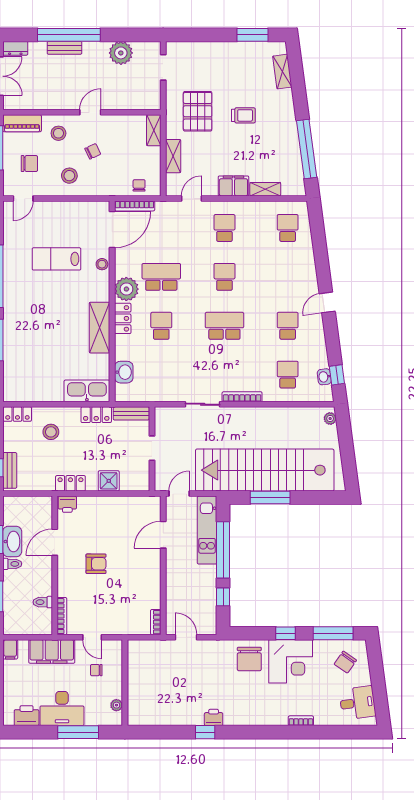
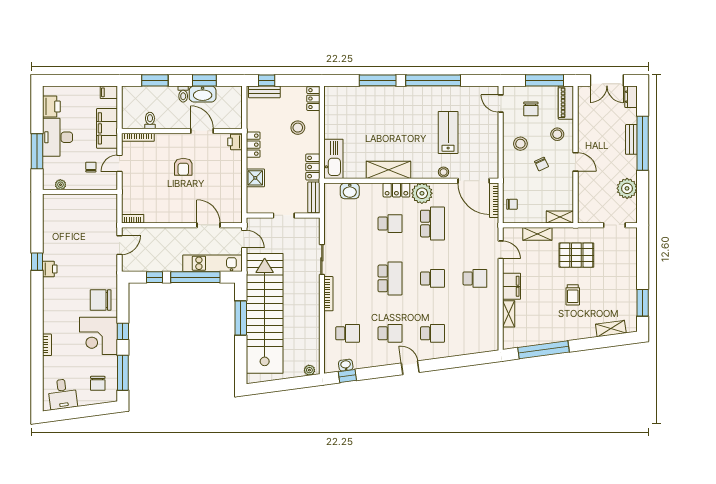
school desk: (288, 228) -> (432, 333), moved
chair: (345, 662) -> (98, 383), turned -125

